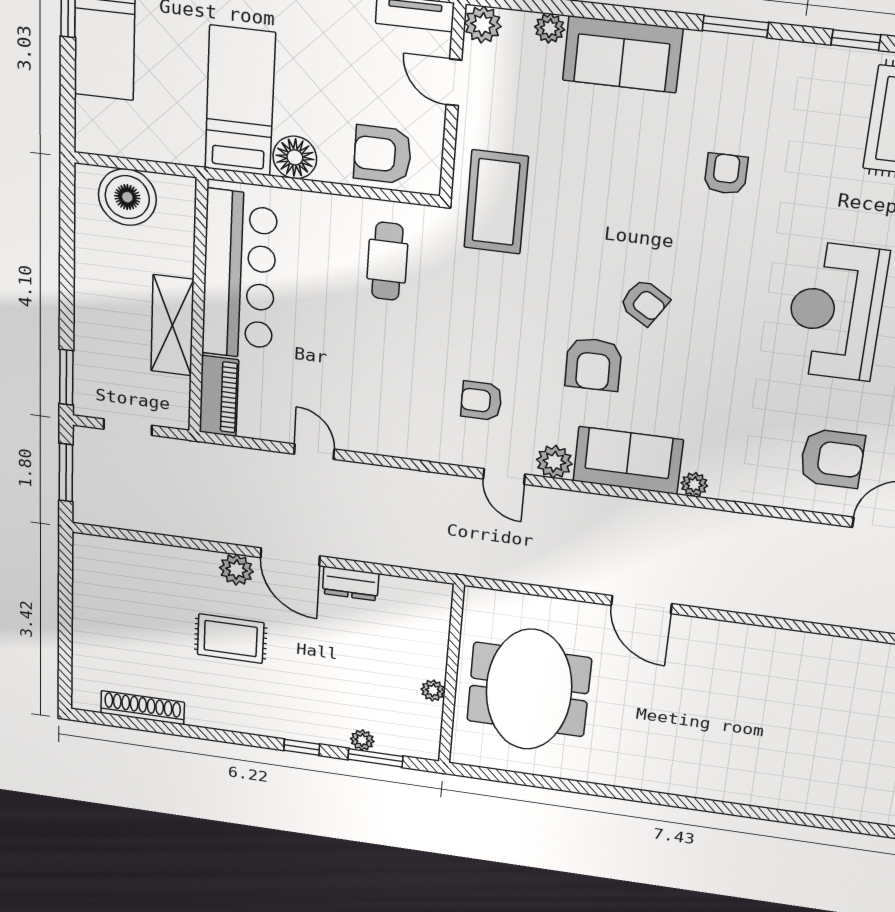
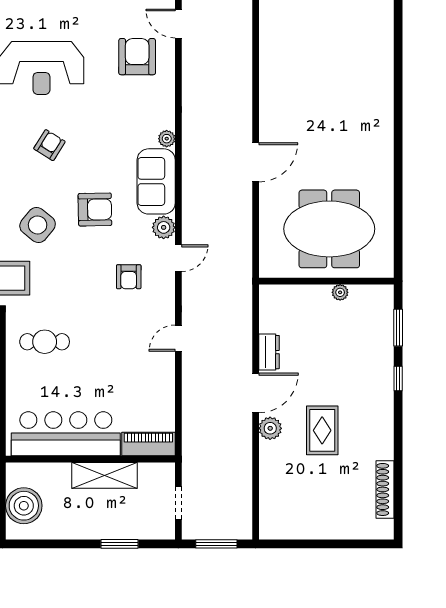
side table: (577, 274) -> (38, 225), added
armchair: (645, 302) -> (49, 145), moved
window: (66, 377) -> (119, 544), moved
door: (314, 452) -> (178, 338), moved
plant: (362, 740) -> (386, 338), removed

